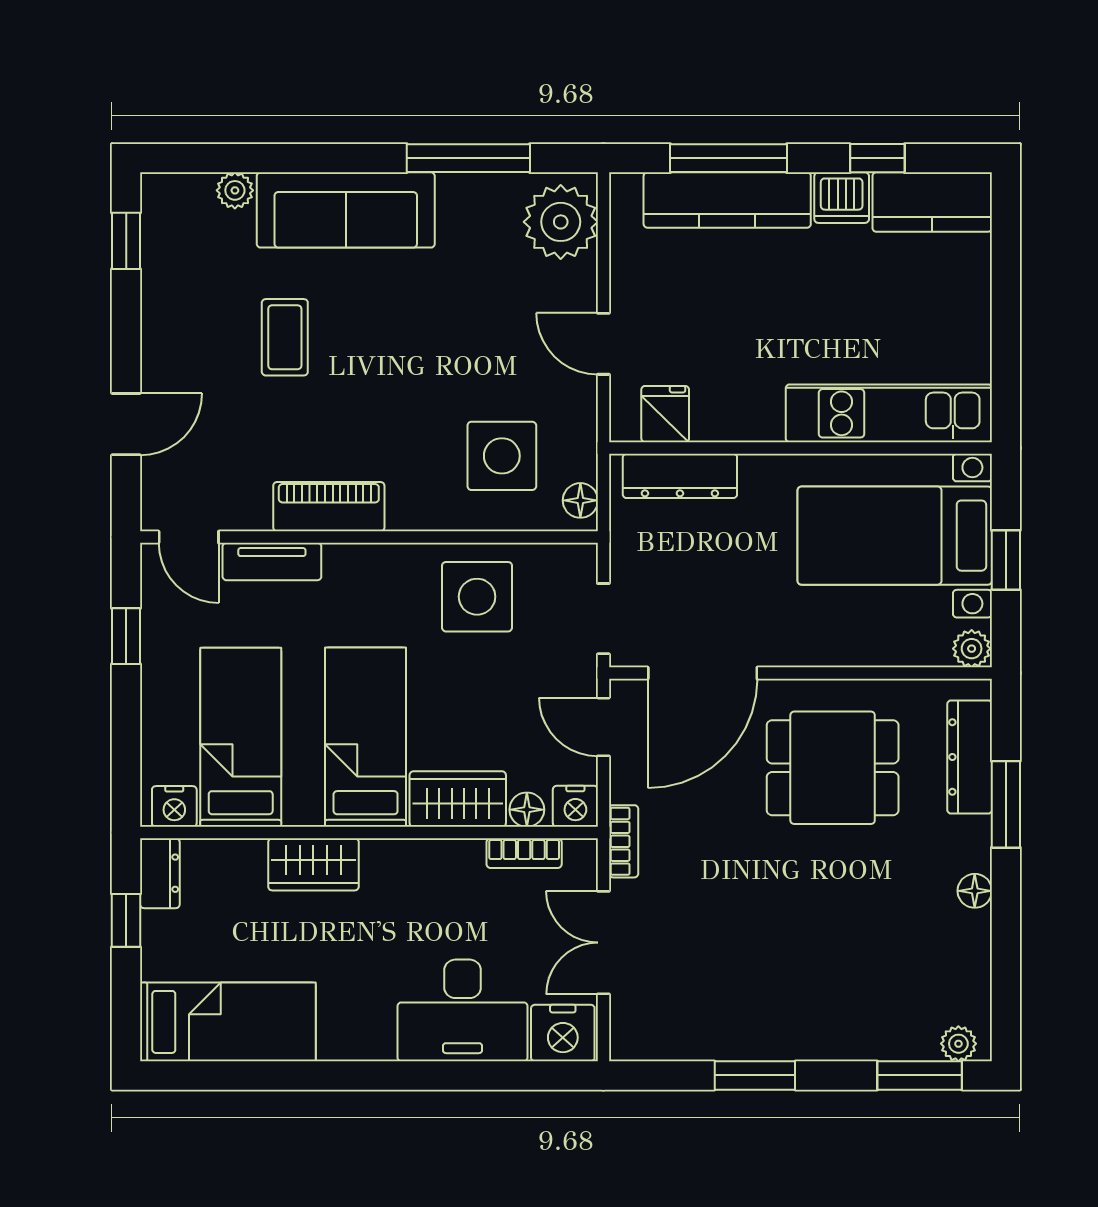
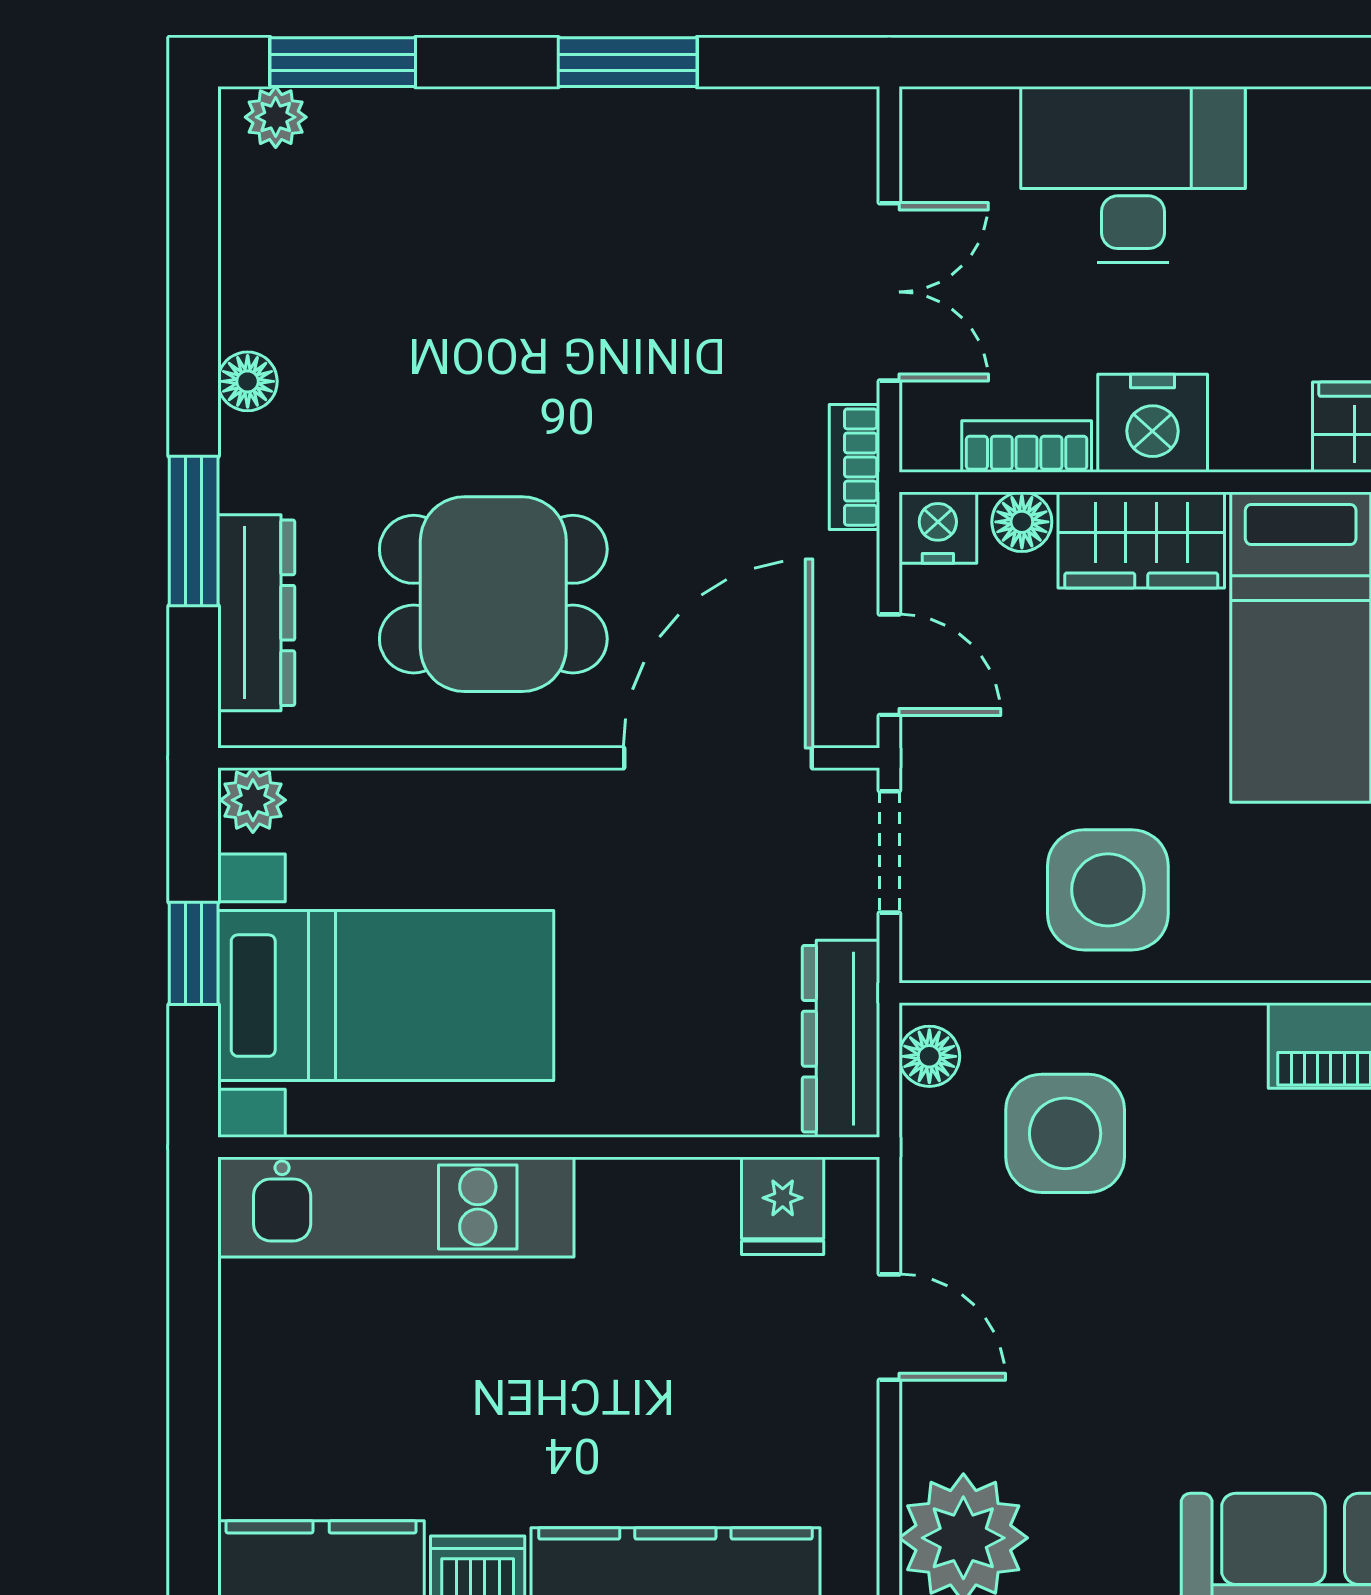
dresser: (680, 476) -> (841, 1039), moved, turned -90
nightstand: (563, 1033) -> (1153, 423), moved, turned 180

